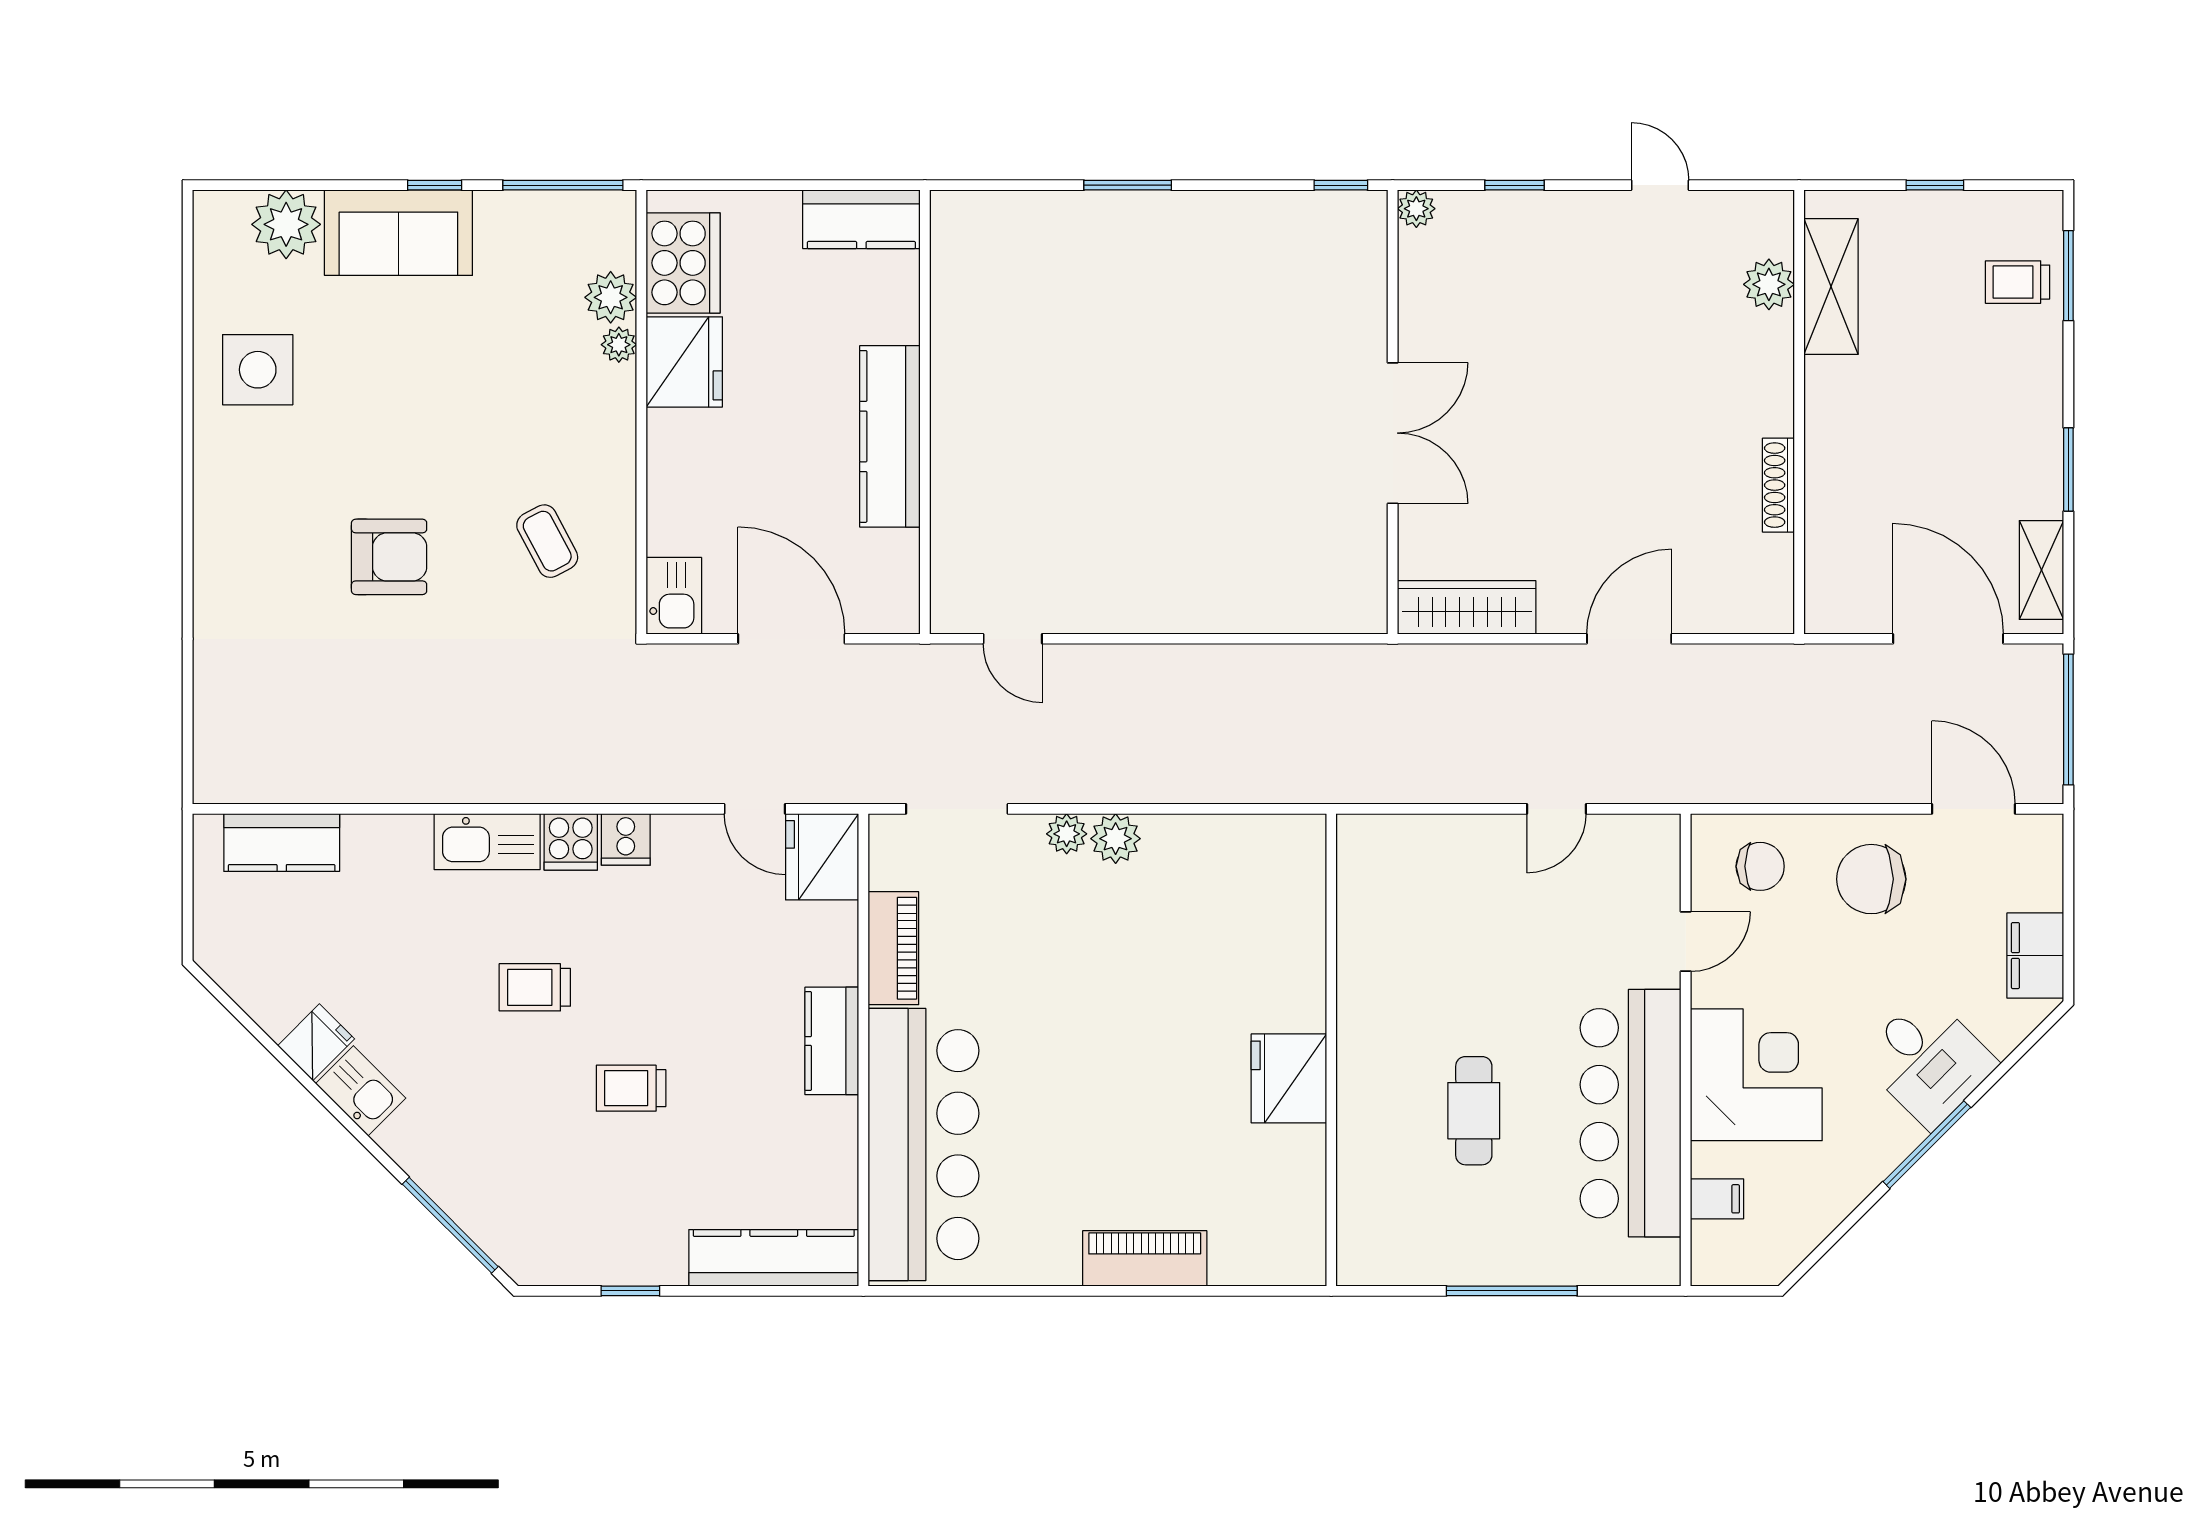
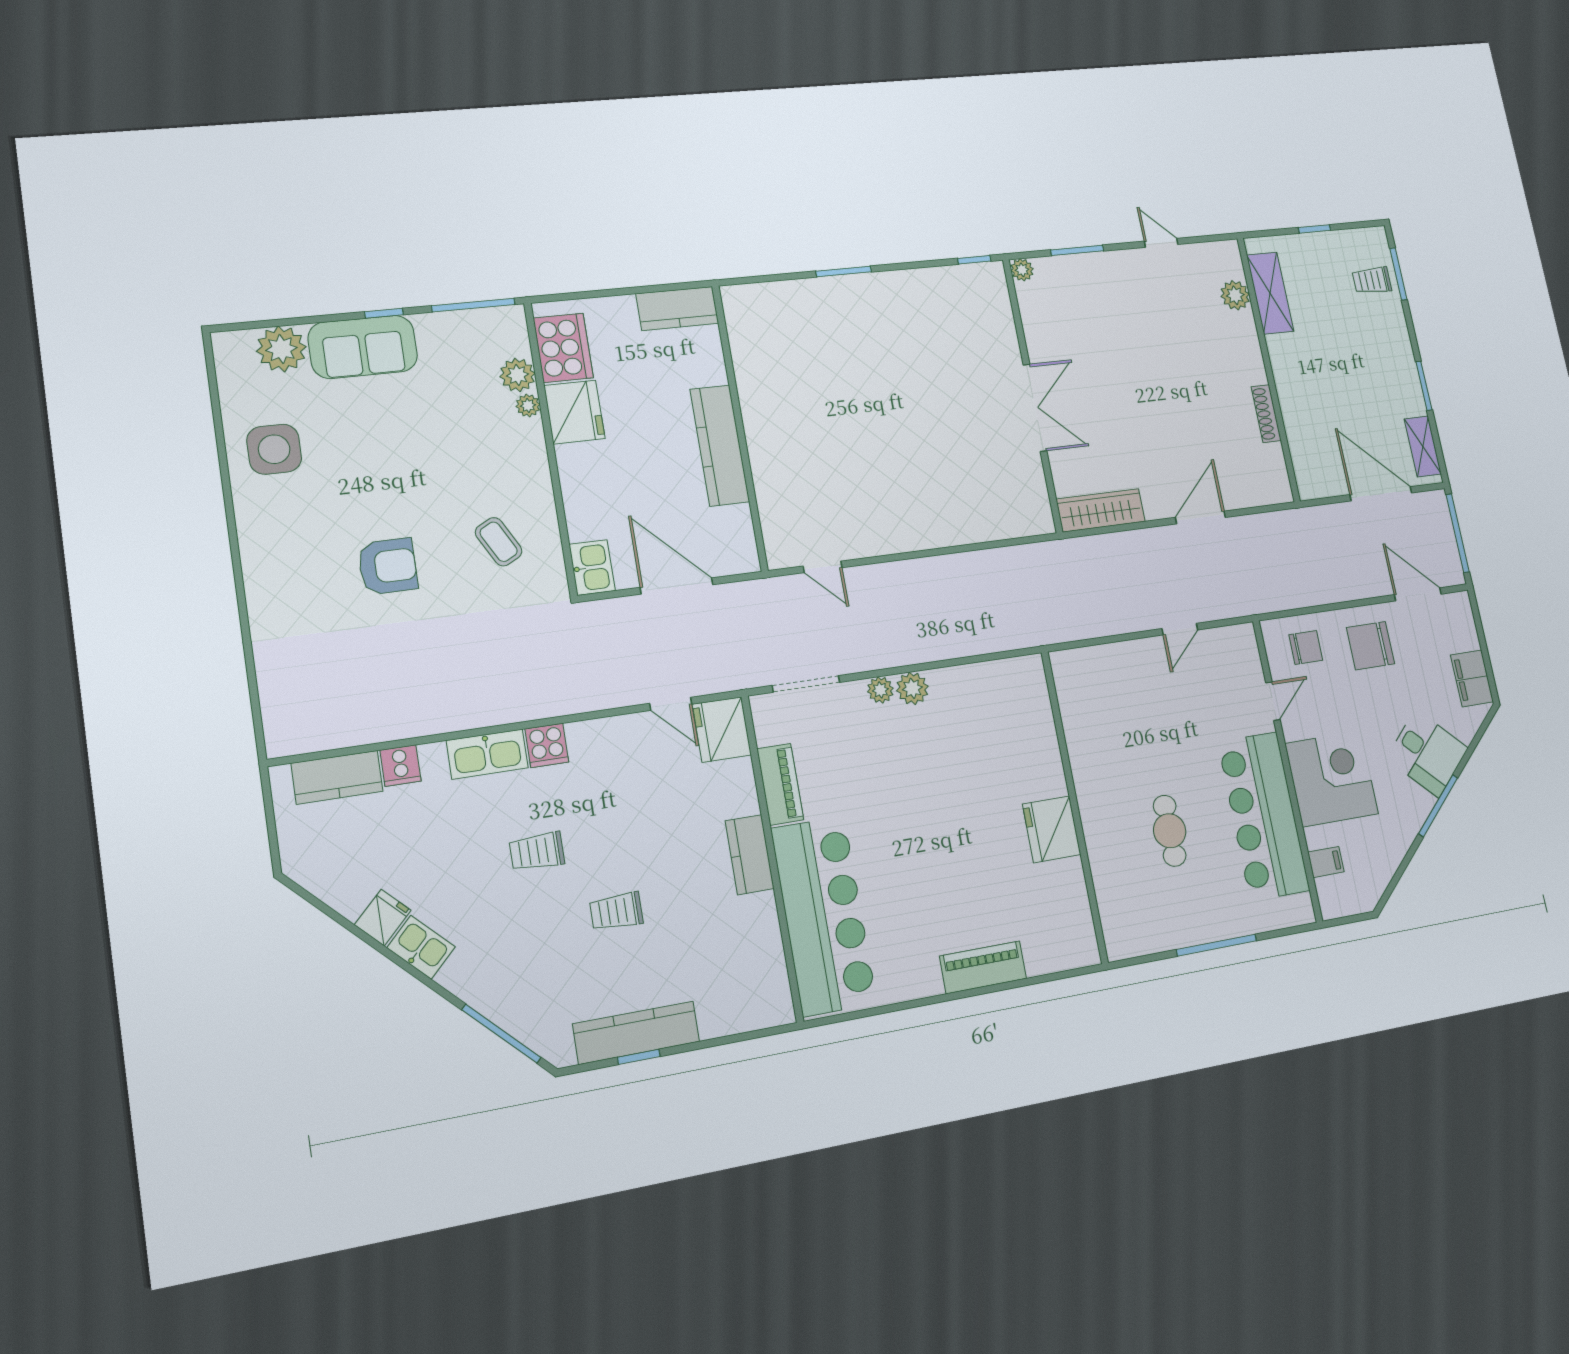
window: (1515, 185) -> (1077, 250), width x1.50
cooker: (626, 839) -> (400, 766), moved
kitchen counter: (774, 1258) -> (636, 1033), moved

